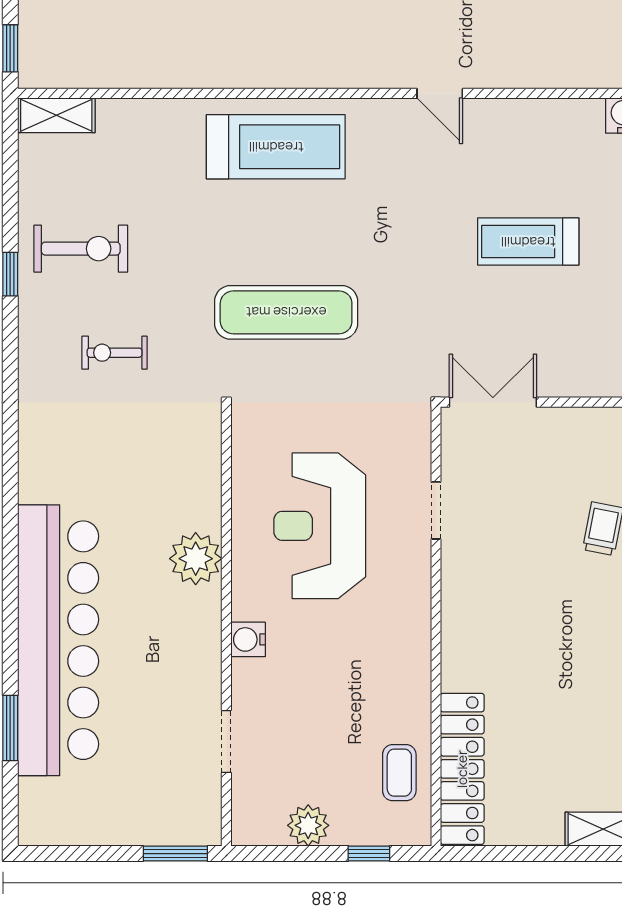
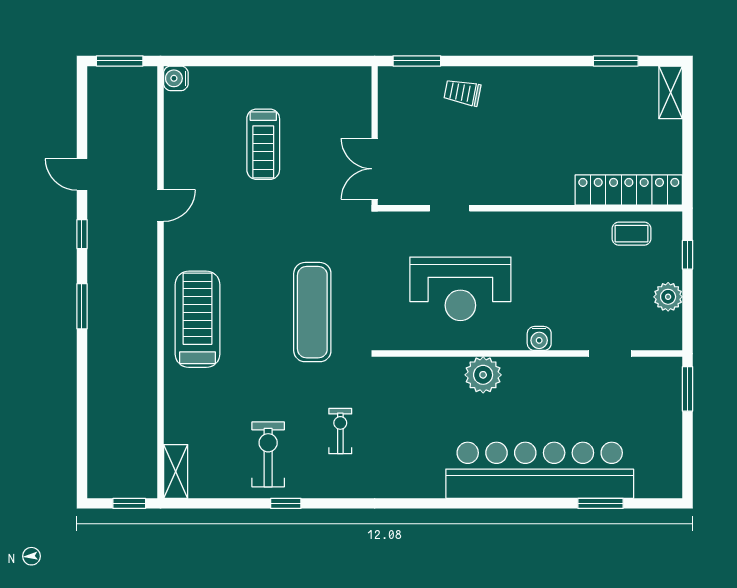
exercise bike: (115, 353) -> (340, 431), turned 180

